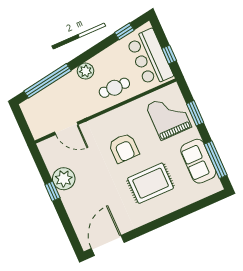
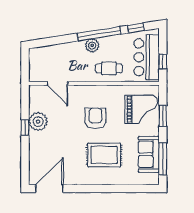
window: (47, 81) -> (99, 34), moved
grand piano: (169, 116) -> (141, 109), turned 90
armchair: (124, 148) -> (95, 118), turned 180

